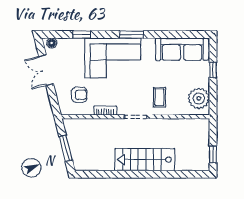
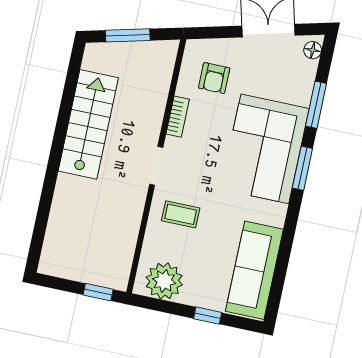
window: (82, 35) -> (316, 105), width x1.50
window: (131, 35) -> (302, 168), moved
window: (213, 154) -> (98, 292), moved
stairs: (145, 160) -> (88, 124), moved

